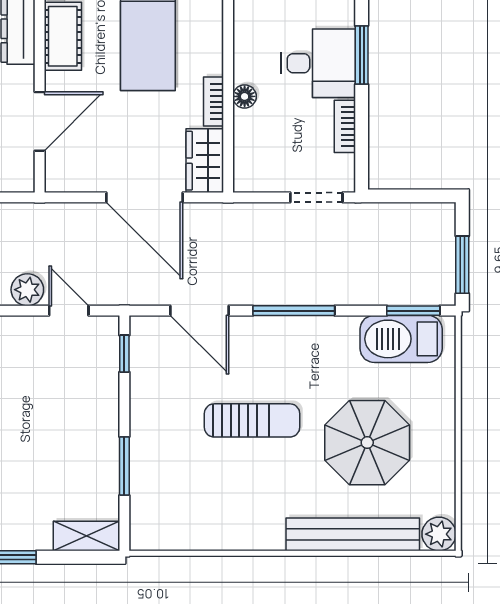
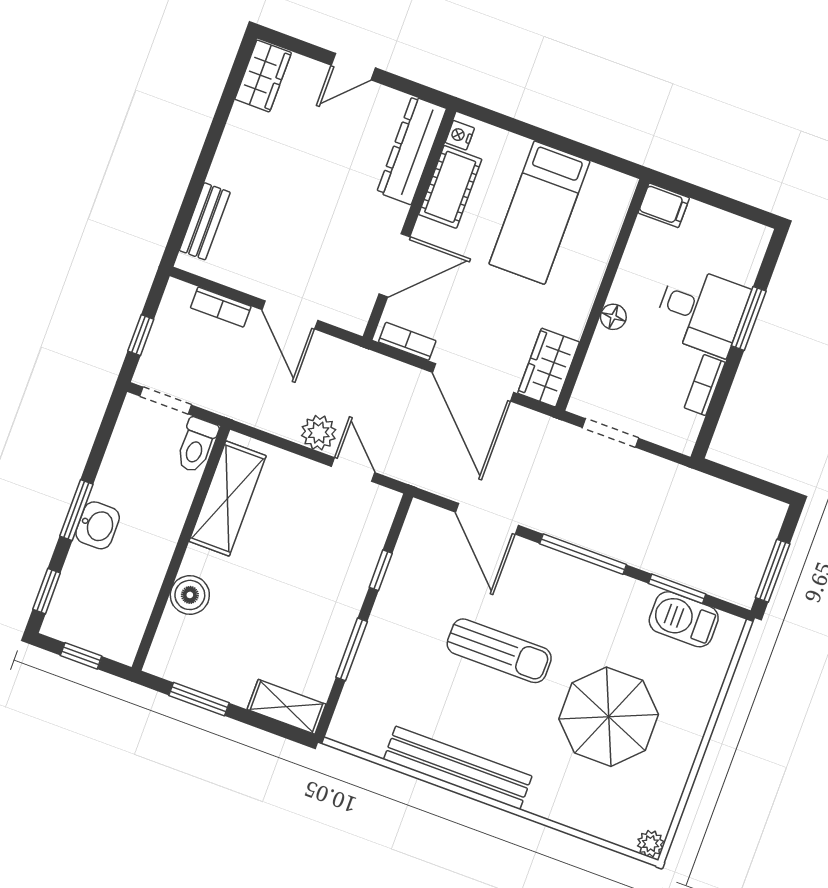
bookcase: (214, 102) -> (407, 341), moved, turned 90
doorway: (316, 197) -> (610, 433), moved
window: (413, 311) -> (677, 589), moved
barbecue: (401, 339) -> (684, 619), width x0.73, depth x0.83
window: (124, 354) -> (381, 570), moved
bench: (353, 534) -> (458, 768), moved
plant: (439, 534) -> (651, 844), width x0.73, depth x0.73

